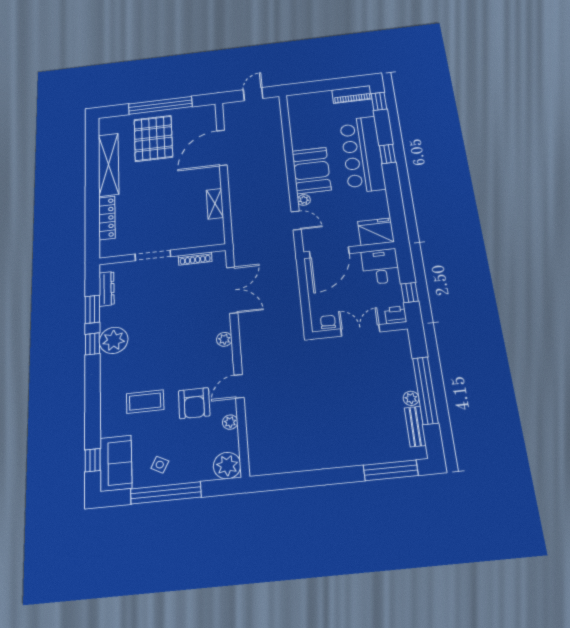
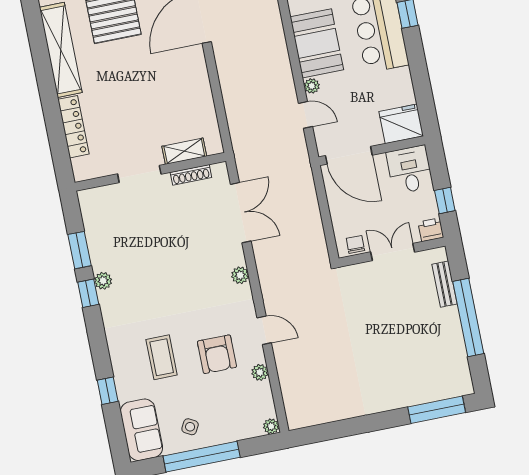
shelving: (215, 204) -> (184, 151), moved, turned 90
door: (329, 252) -> (349, 155), hinge flipped
dresser: (107, 289) -> (91, 222), removed
plant: (114, 340) -> (103, 281), width x0.53, depth x0.53
door: (239, 386) -> (264, 330), swing flipped
plant: (411, 398) -> (453, 328), removed
coffee table: (145, 402) -> (162, 357), turned 90
bench: (415, 427) -> (444, 284), moved
window: (93, 460) -> (108, 391), moved
plant: (227, 466) -> (271, 426), width x0.53, depth x0.53

